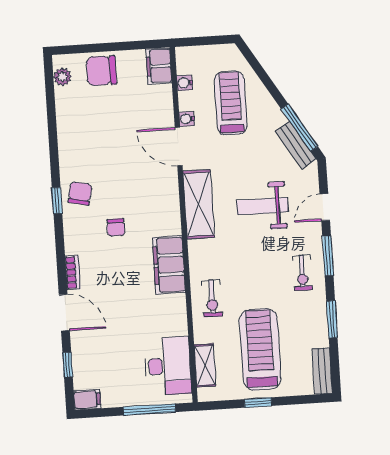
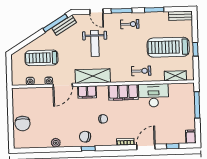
filing cabinet: (159, 66) -> (87, 92), moved
plant: (62, 77) -> (56, 143), moved
desk: (168, 366) -> (154, 95), moved

